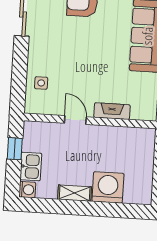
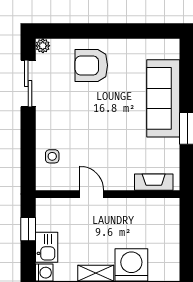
fireplace: (112, 111) -> (154, 182), moved

